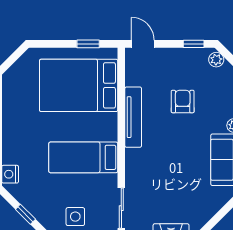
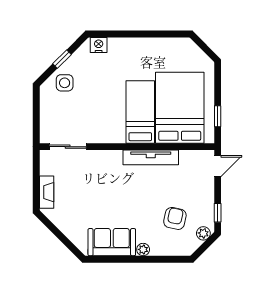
armchair: (183, 101) -> (175, 218), moved, turned -78
bed: (83, 157) -> (140, 112), moved
side table: (75, 217) -> (65, 83), moved

